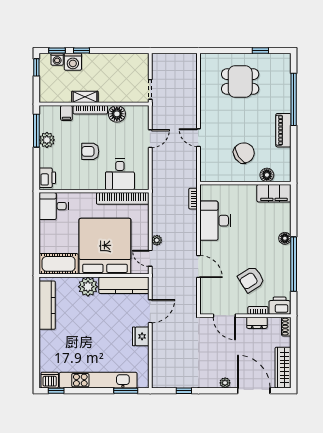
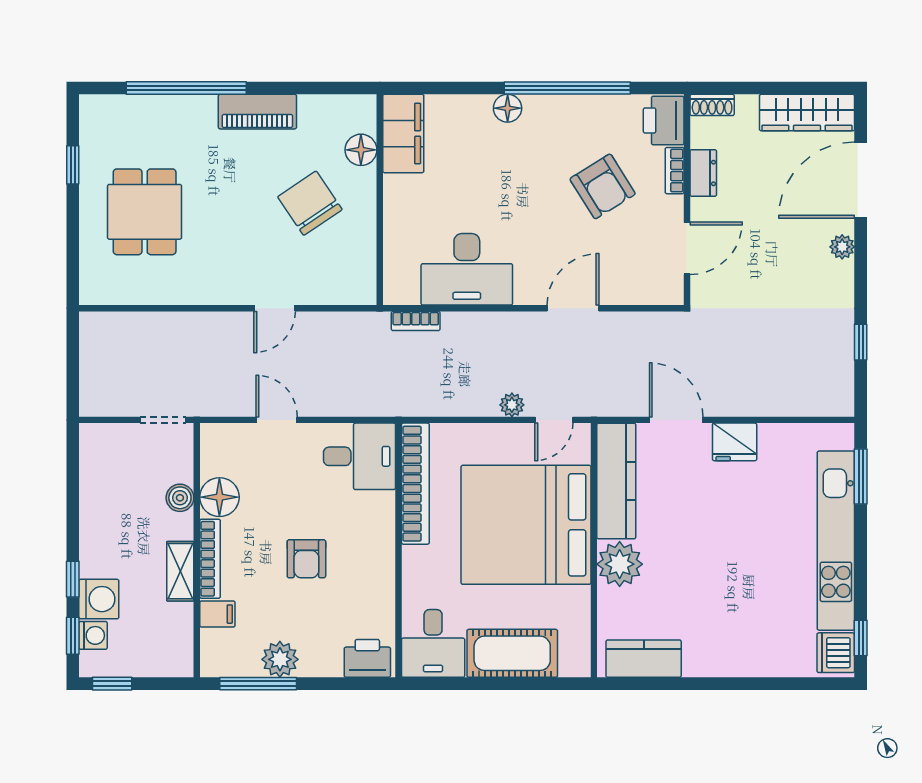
boiler: (117, 97) -> (180, 498), added
desk: (120, 174) -> (359, 456), moved
cot: (59, 264) -> (512, 653), moved, turned 90
kitchen counter: (47, 305) -> (644, 659), width x0.67

